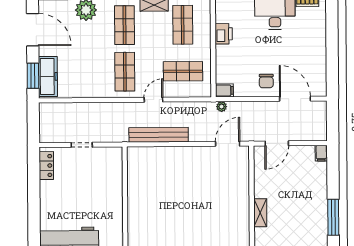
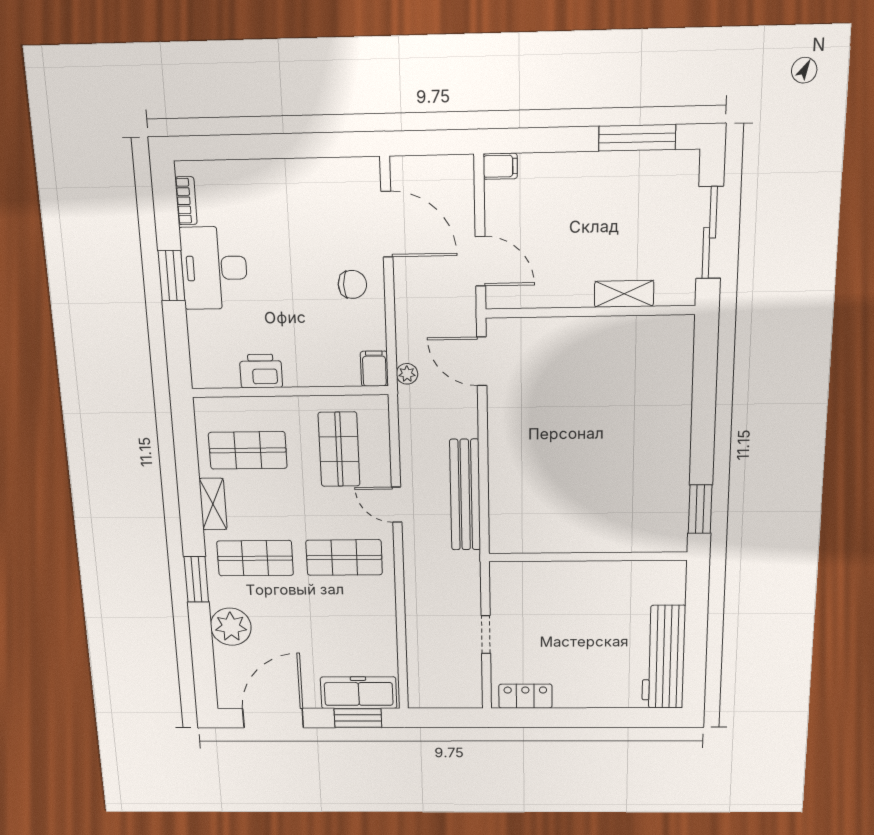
door: (295, 99) -> (387, 224), swing flipped

